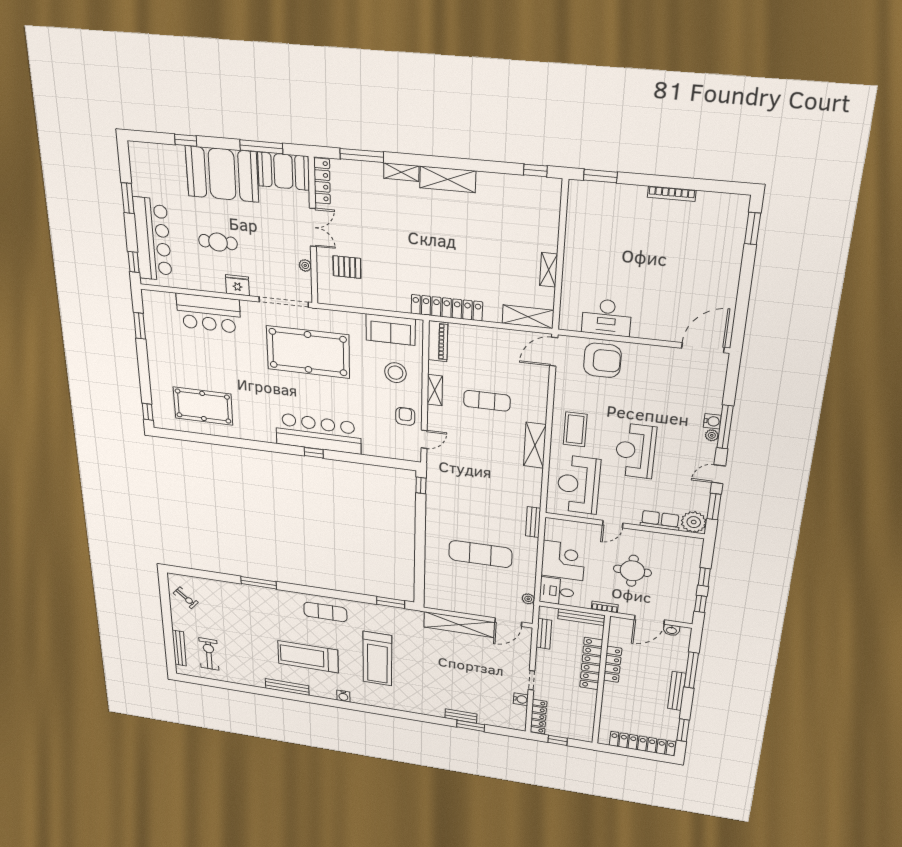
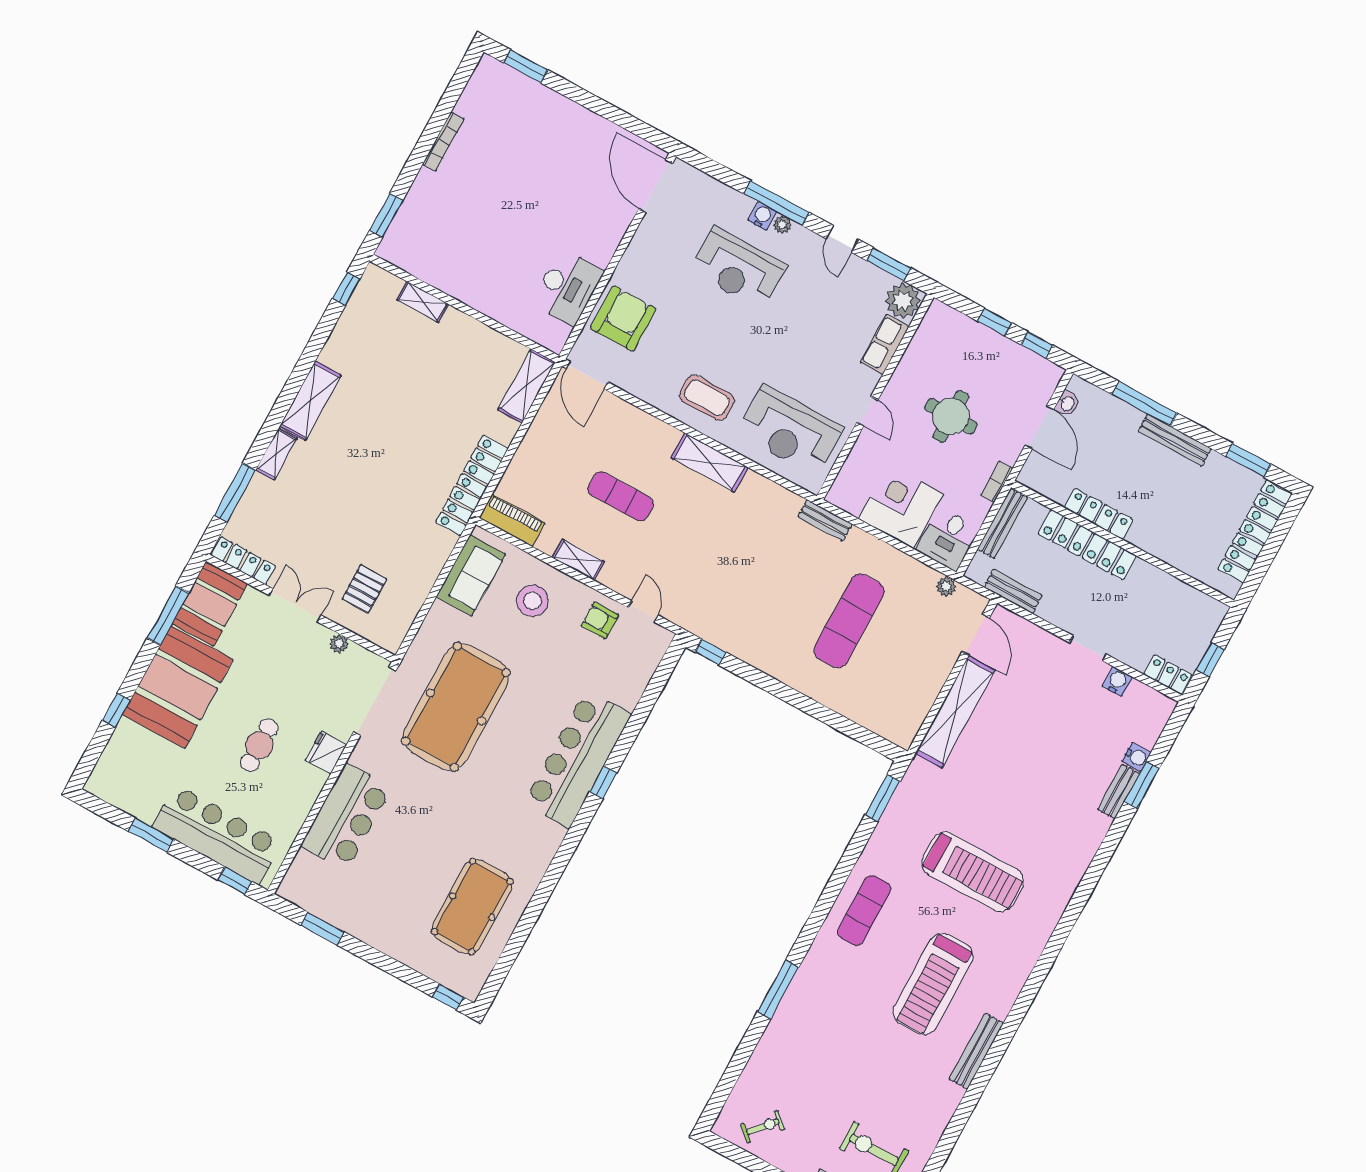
shelving: (549, 270) -> (423, 302), moved
exercise mat: (487, 401) -> (621, 496), turned 90
reception desk: (635, 451) -> (738, 268), moved
water cooler: (343, 696) -> (1136, 757), moved
locker: (538, 717) -> (1168, 675), width x0.66

